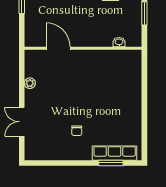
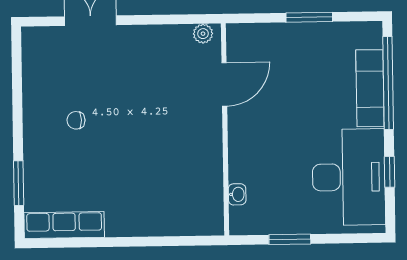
plant: (30, 83) -> (203, 34), moved
row of seats: (115, 153) -> (64, 225), moved, turned -90

